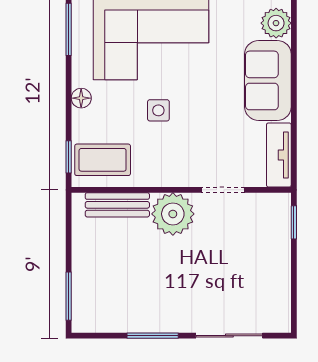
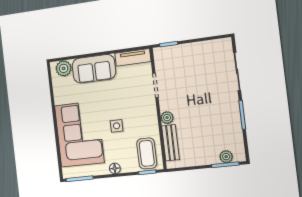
plant: (173, 214) -> (167, 118), width x0.53, depth x0.53
plant: (83, 299) -> (226, 157), added

